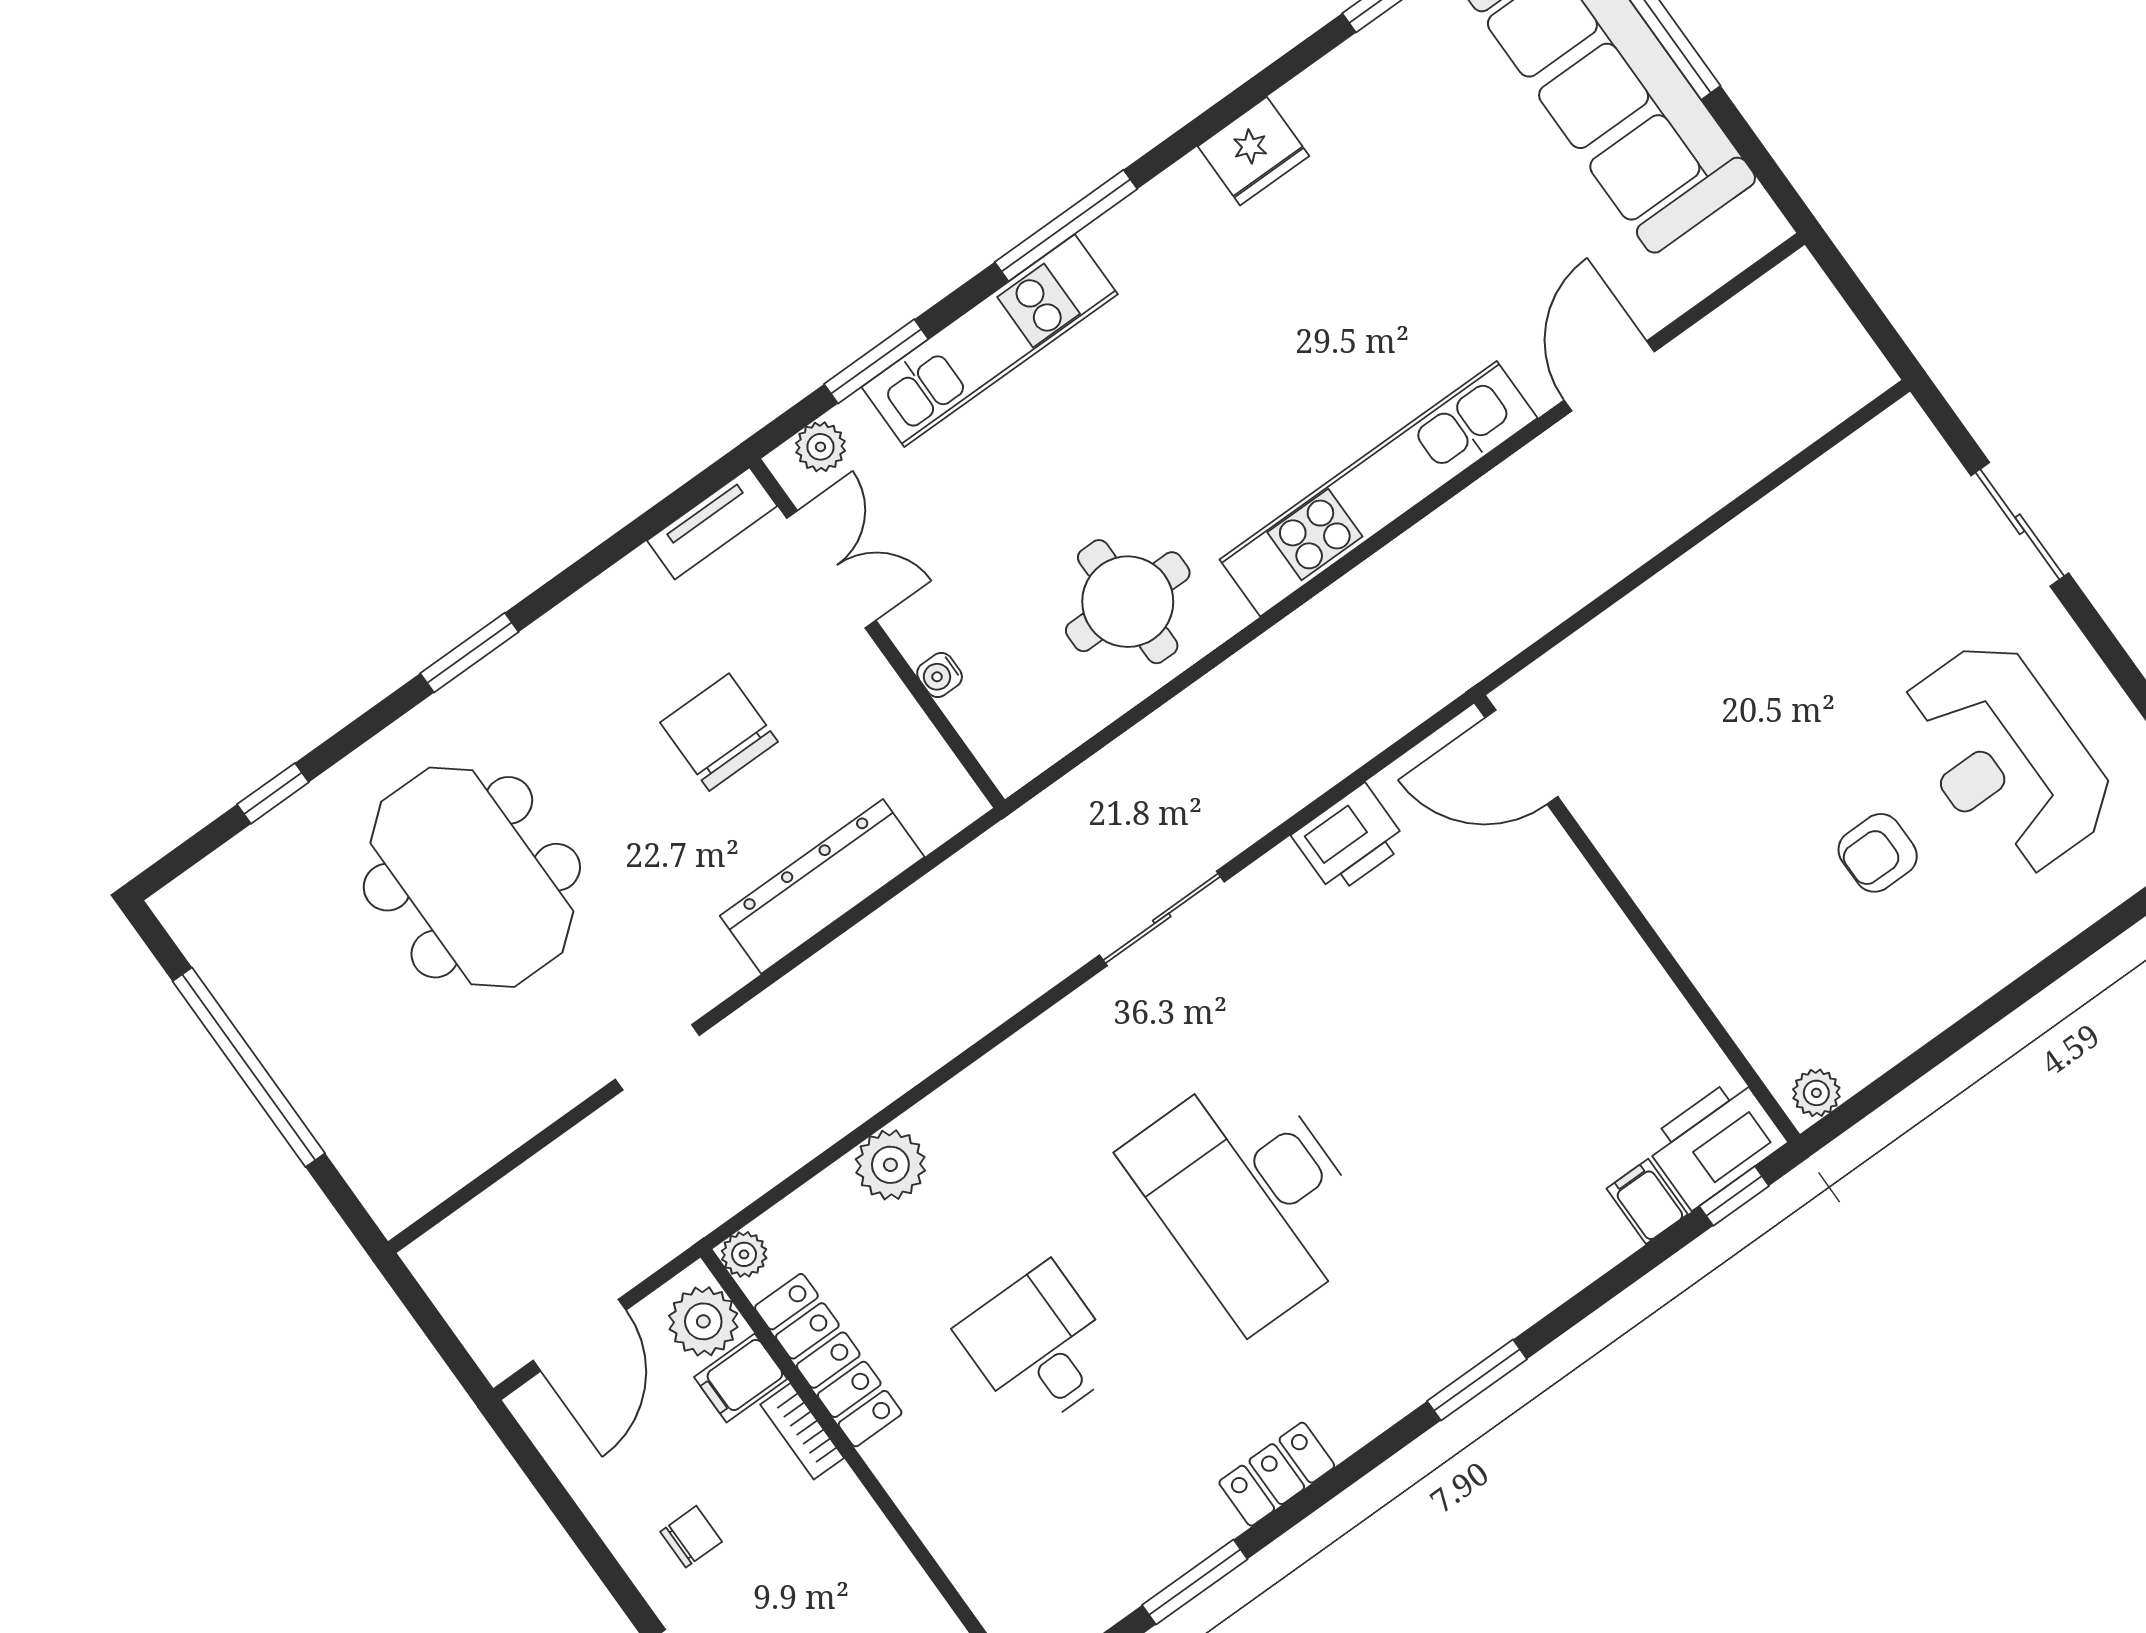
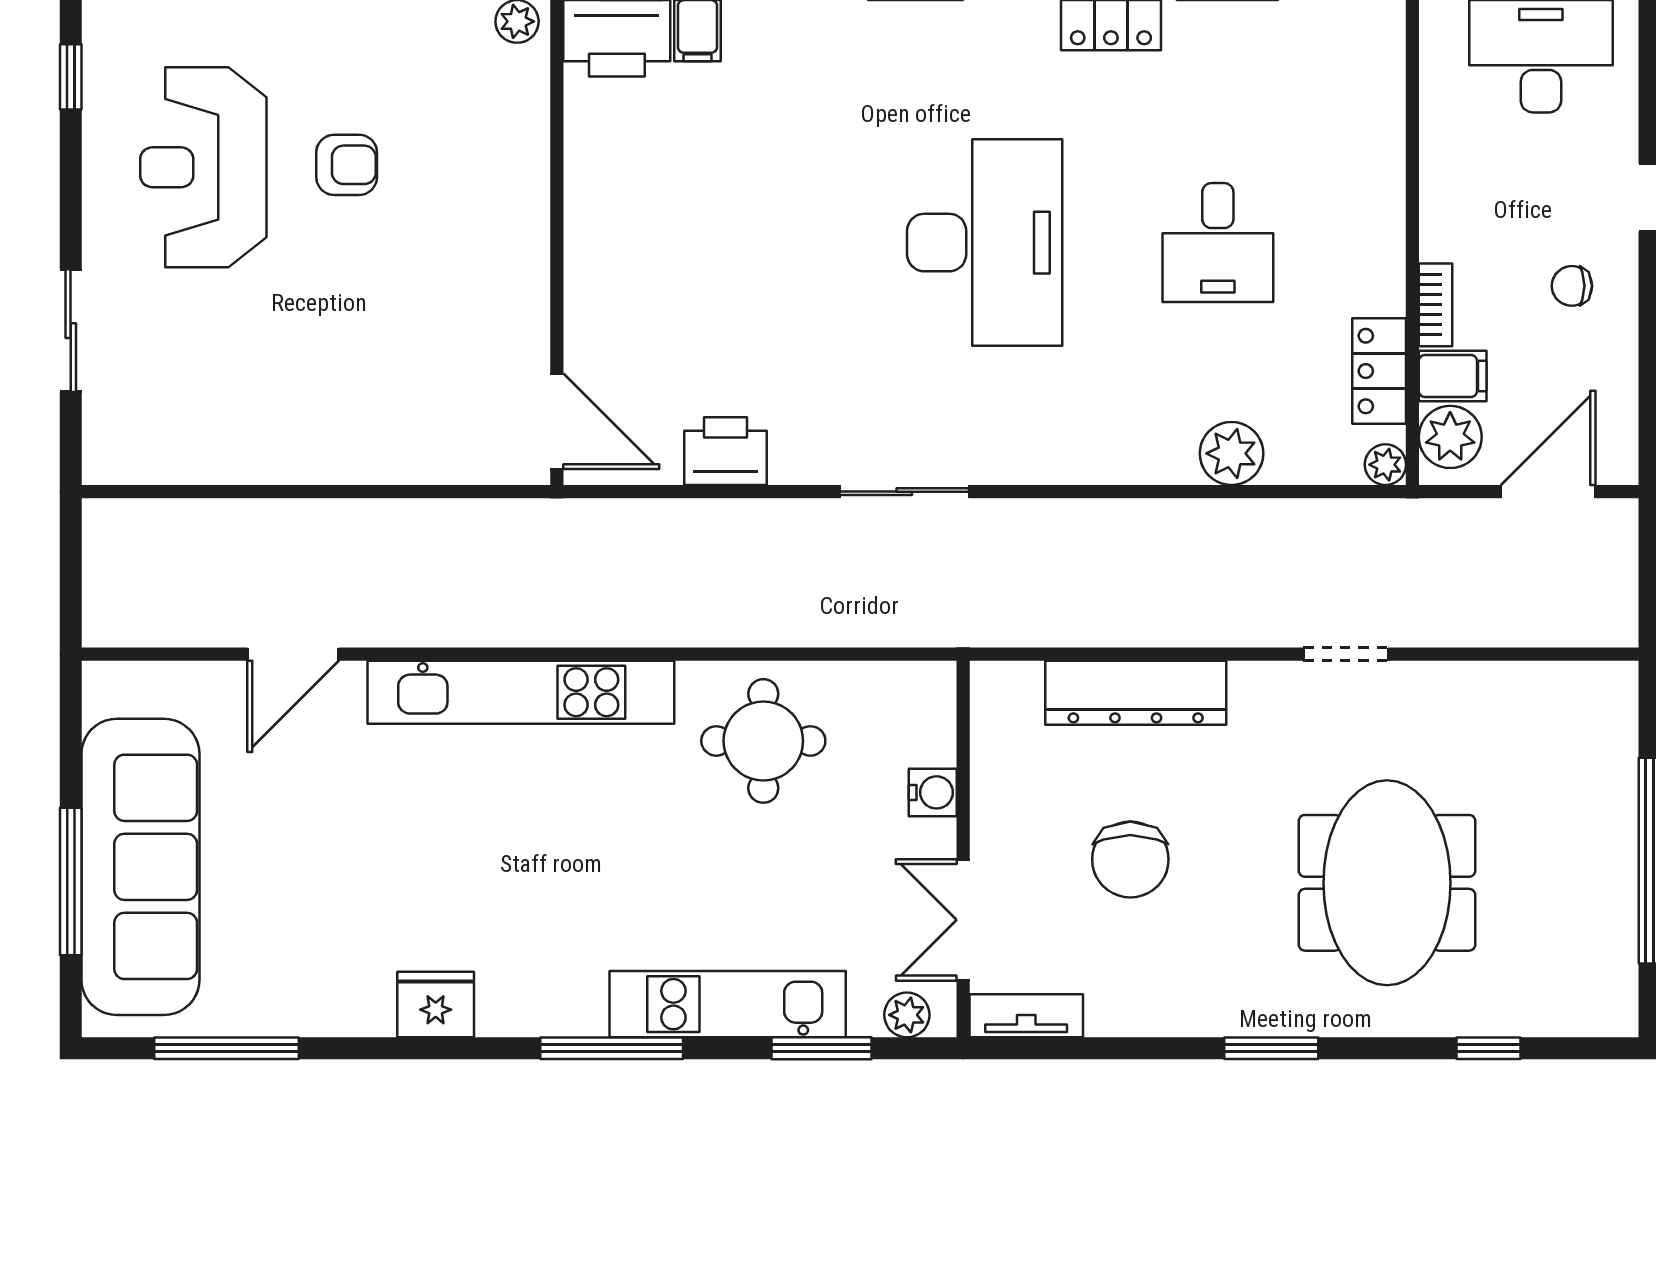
water cooler: (940, 675) -> (933, 792), width x1.38, depth x1.38
reception desk: (2006, 758) -> (203, 167), turned 180
locker: (828, 1360) -> (1379, 371), width x0.66

